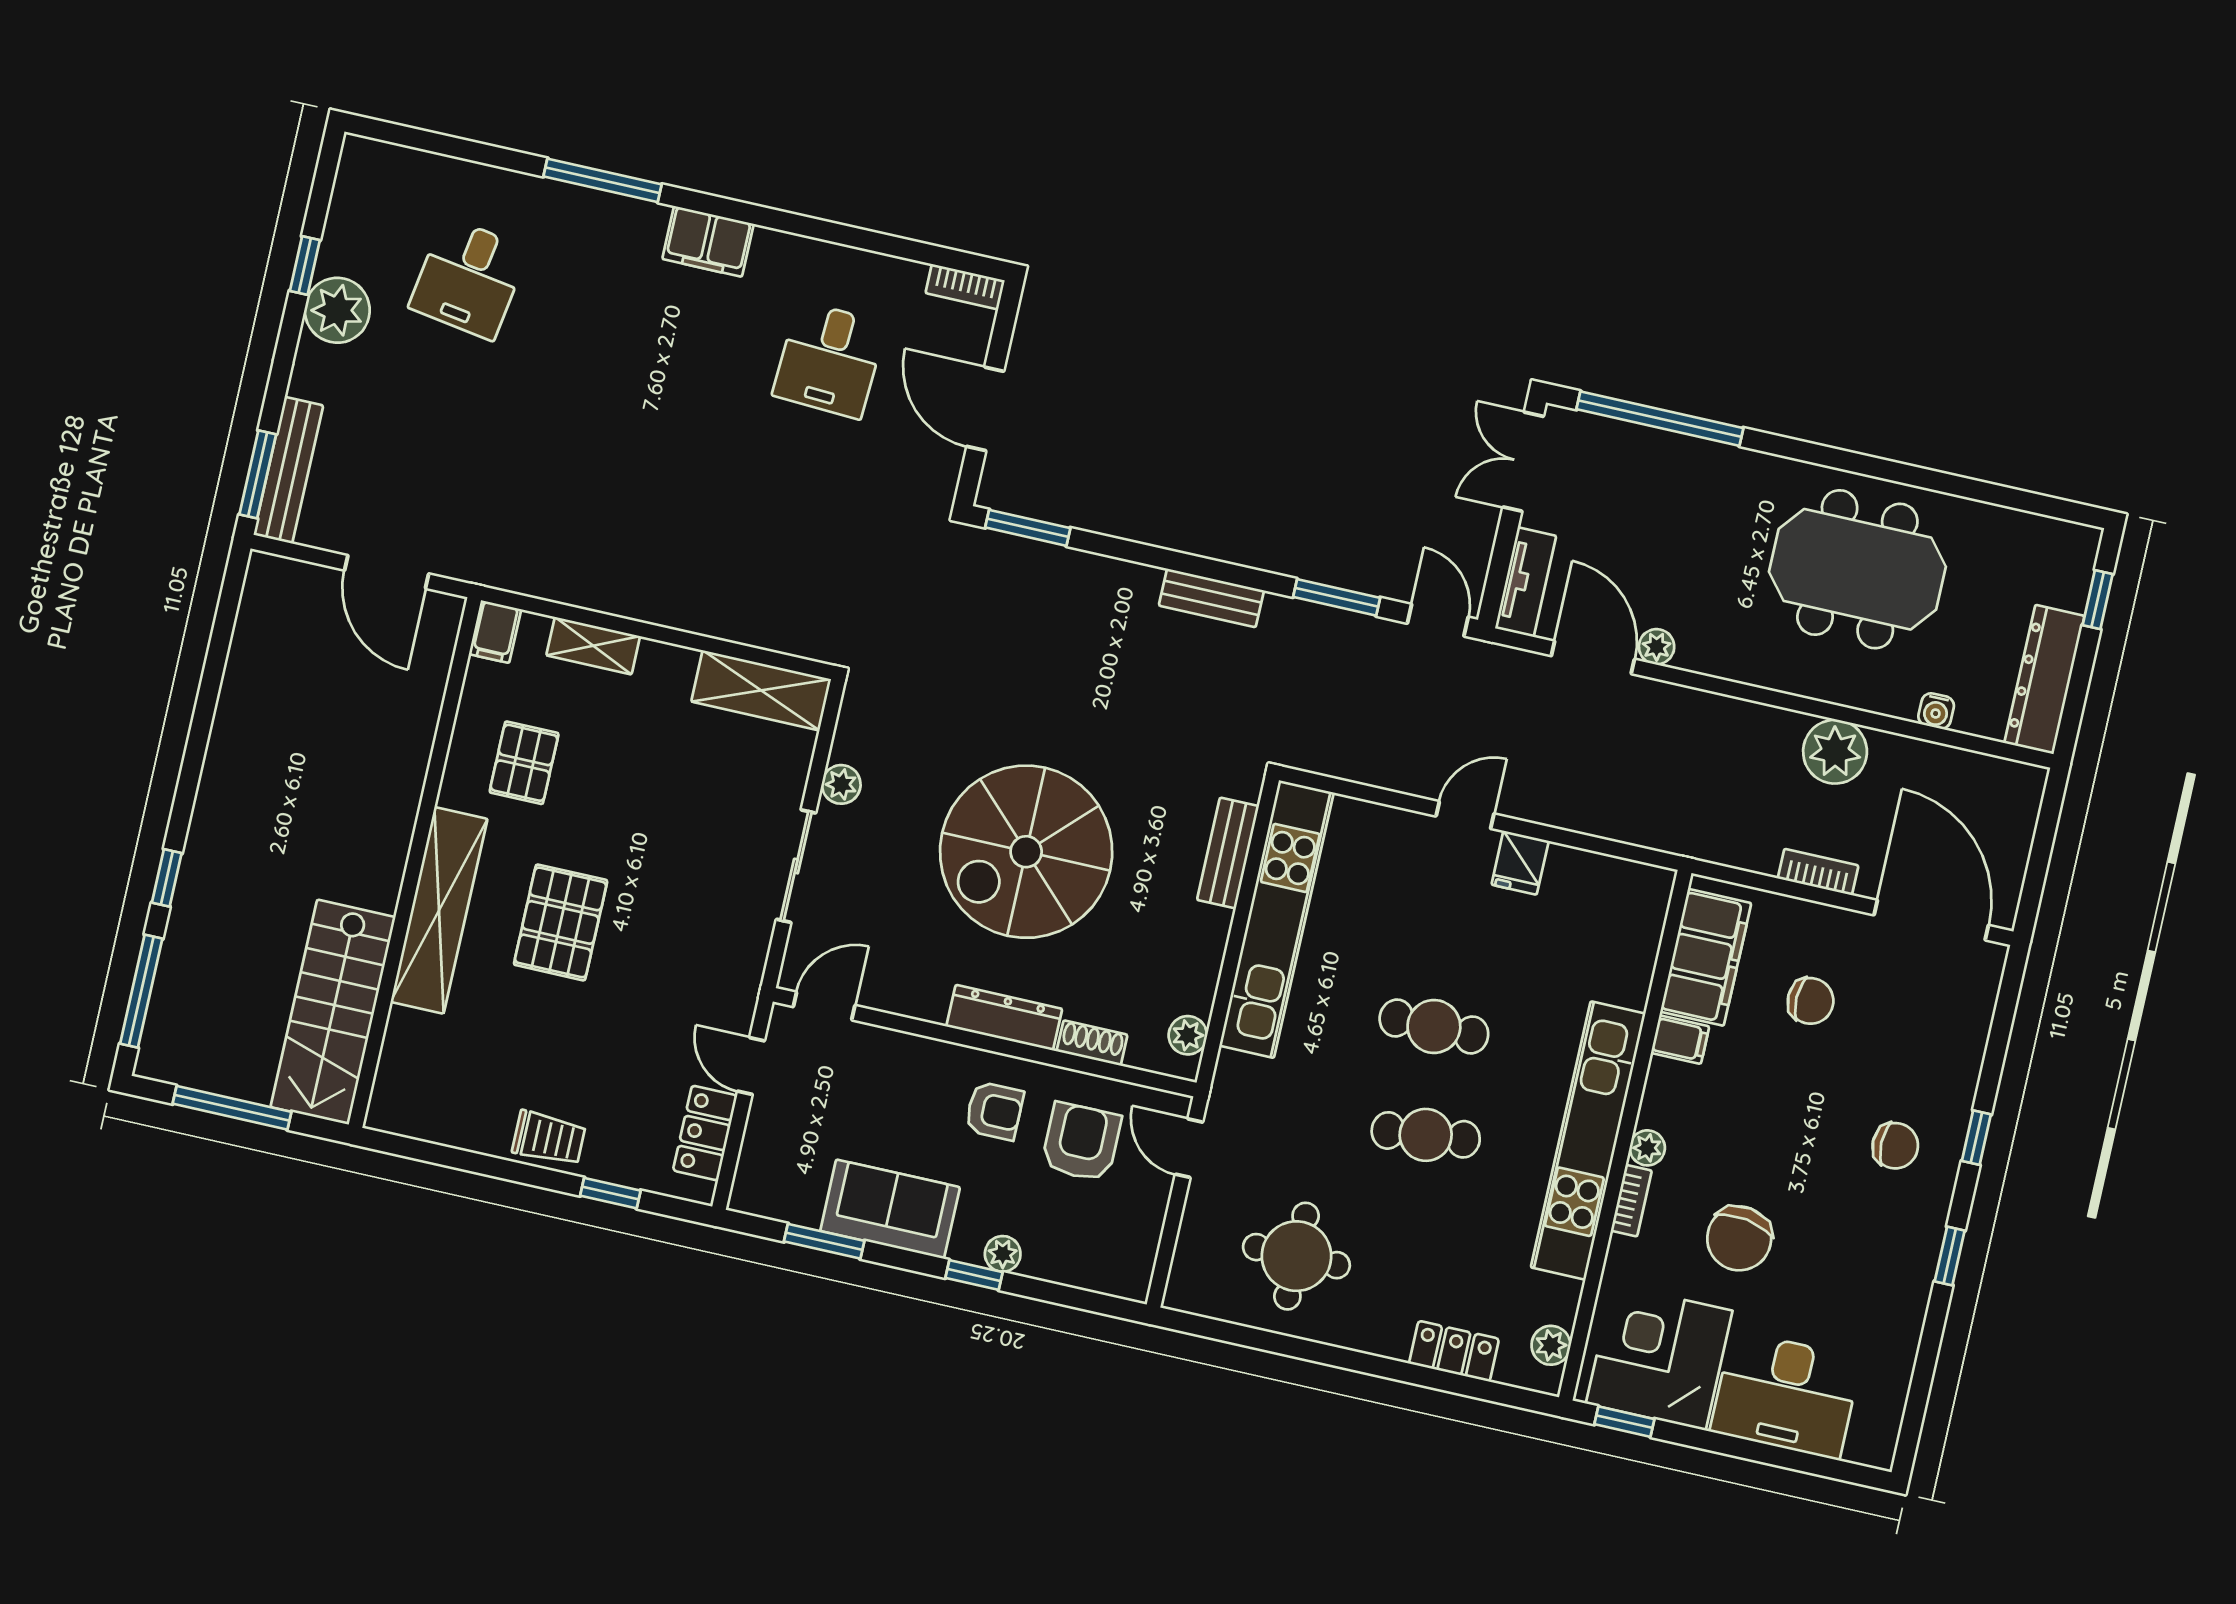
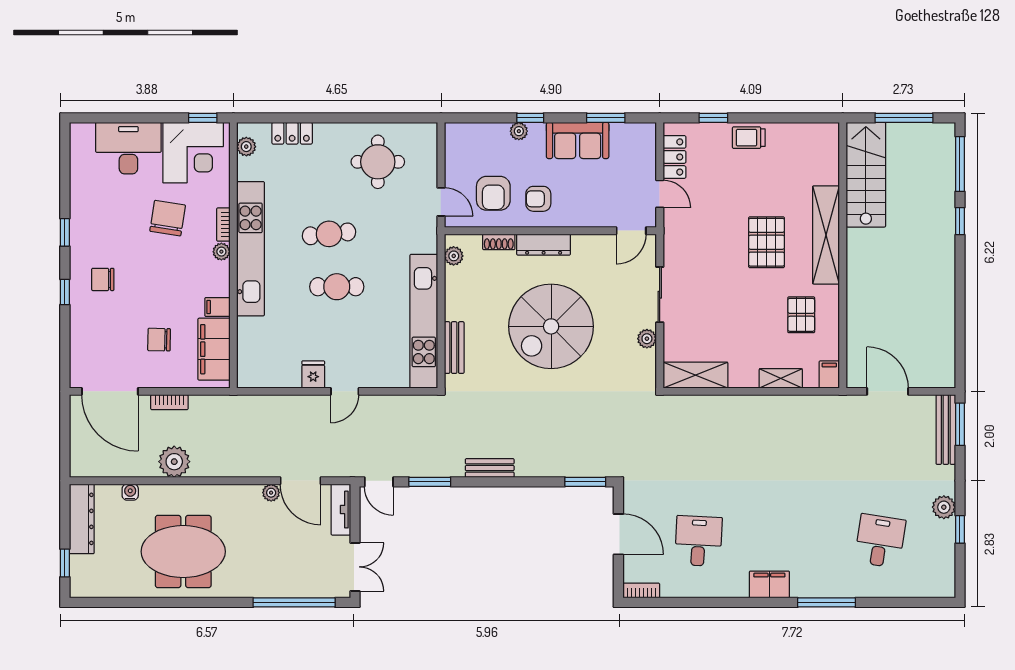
plant: (337, 310) -> (944, 507), width x0.73, depth x0.73
spiral stairs: (1026, 852) -> (551, 326), turned 180

